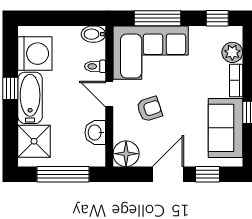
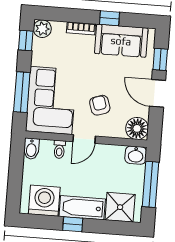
plant: (232, 52) -> (42, 29), moved
washbasin: (95, 132) -> (136, 155), moved

